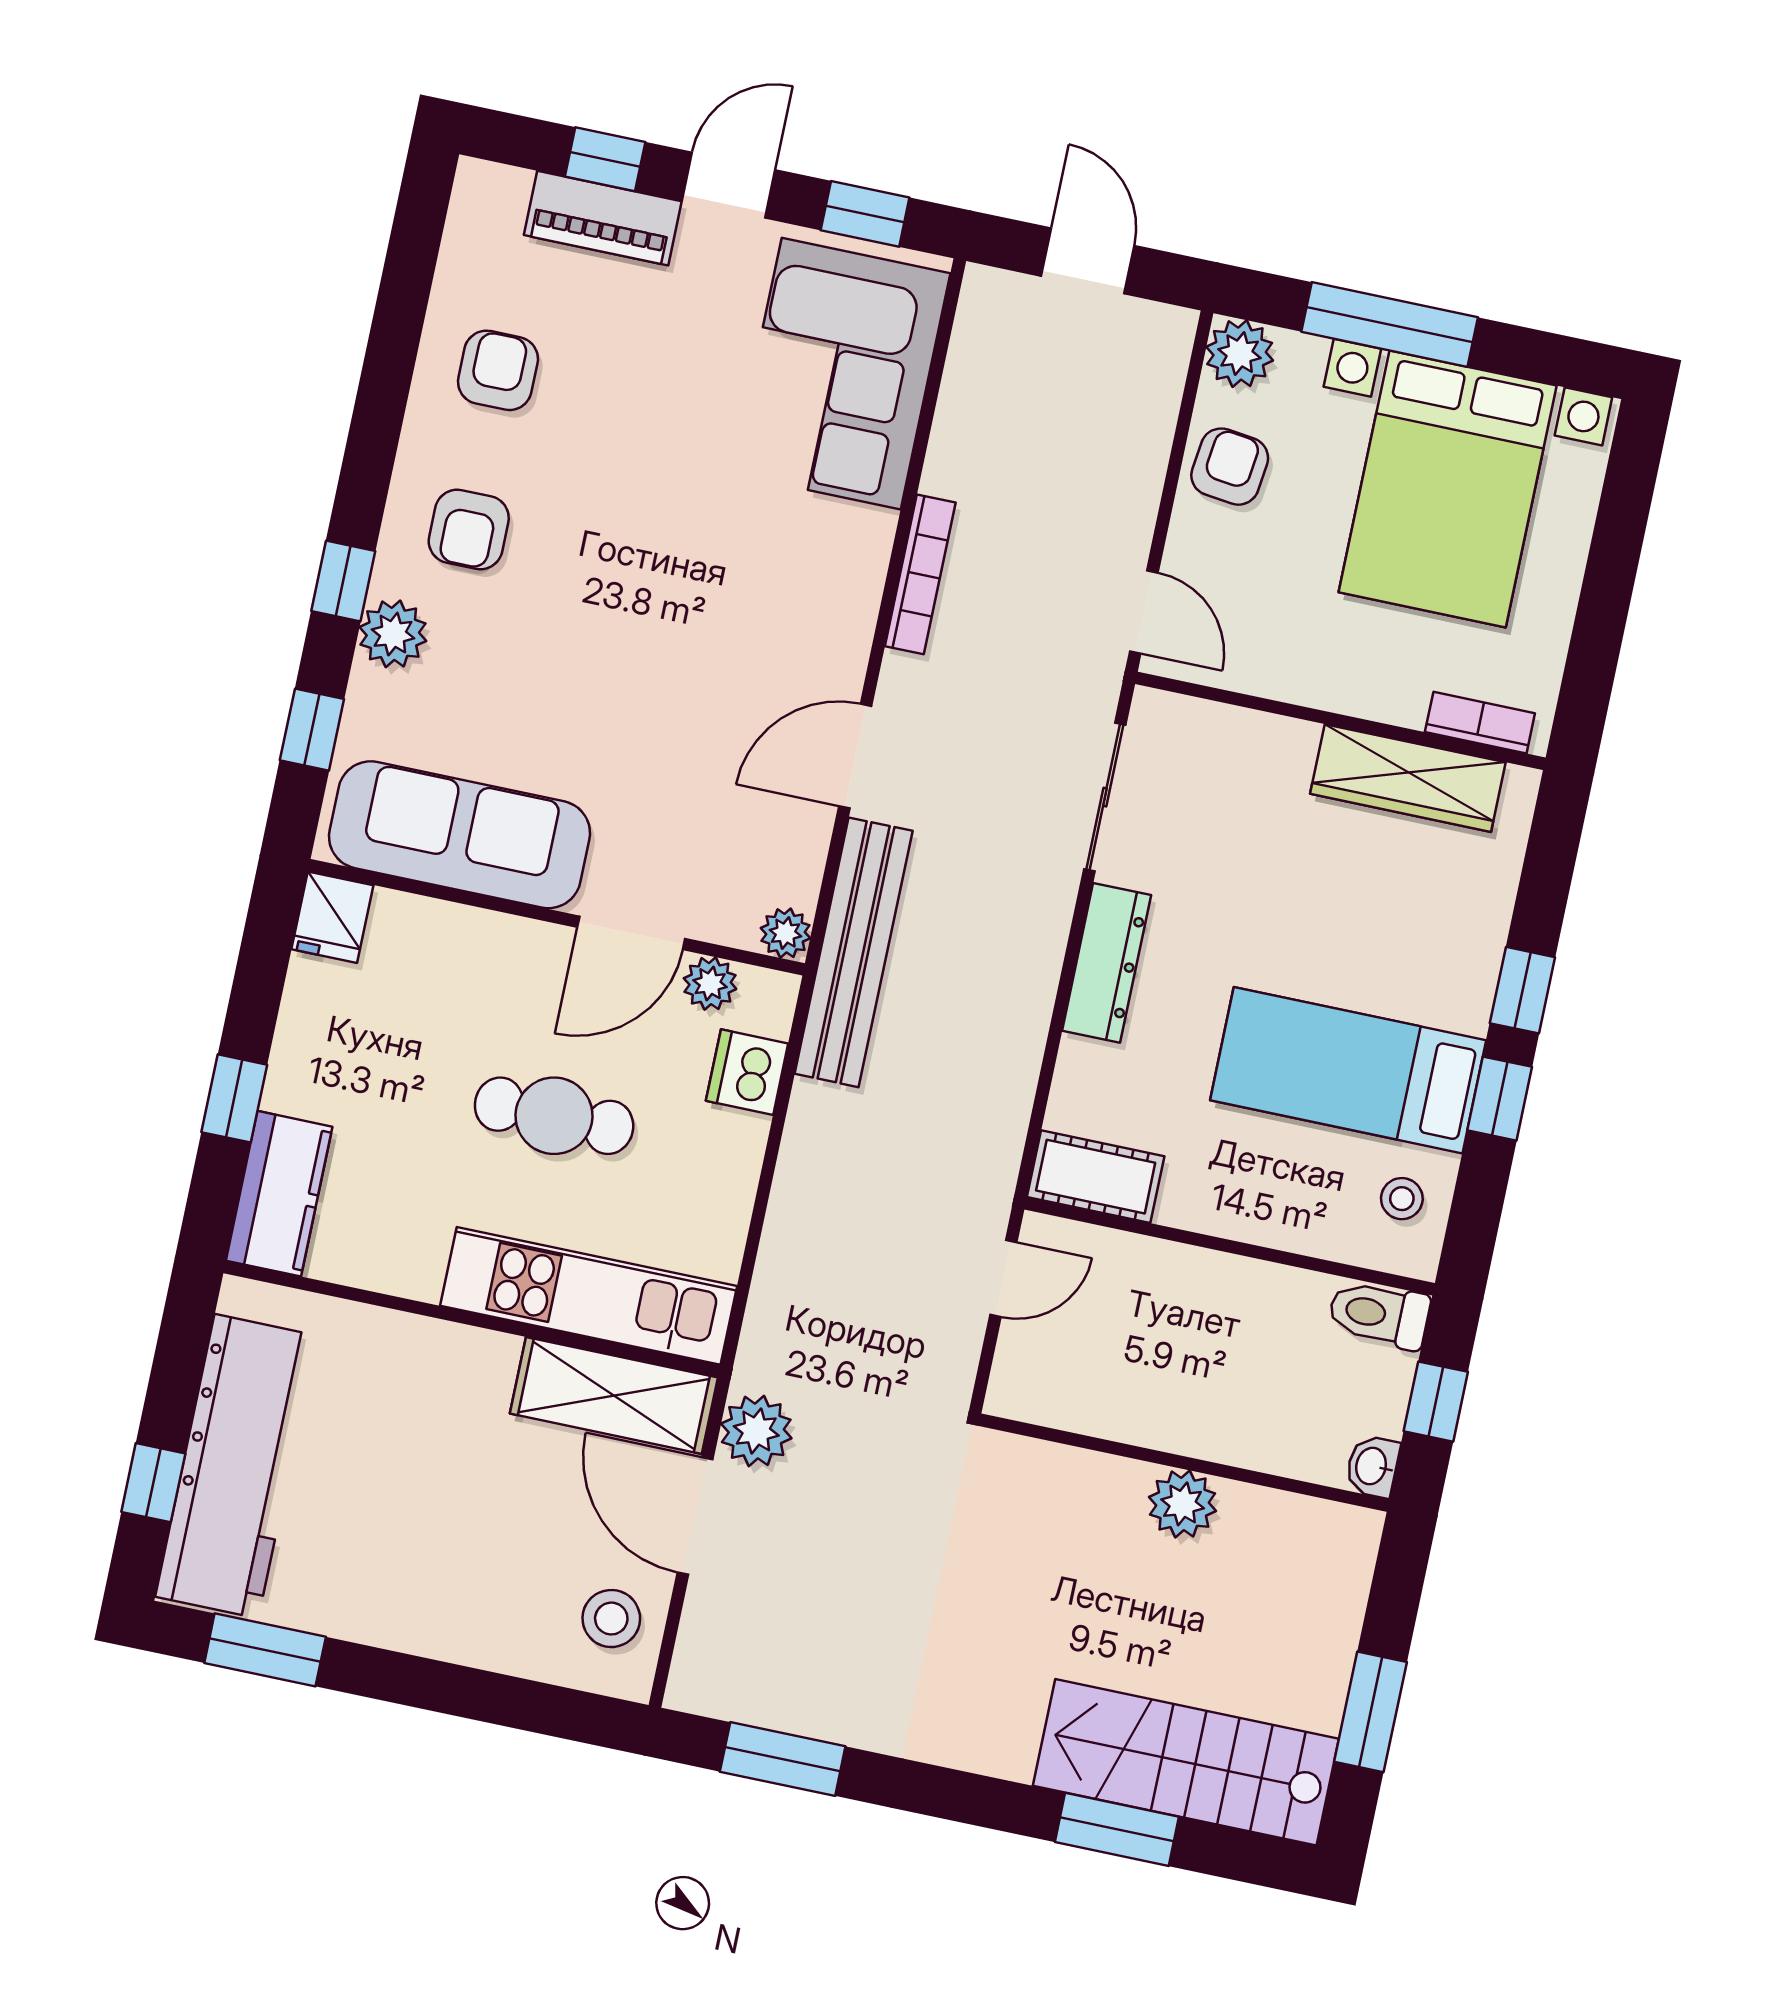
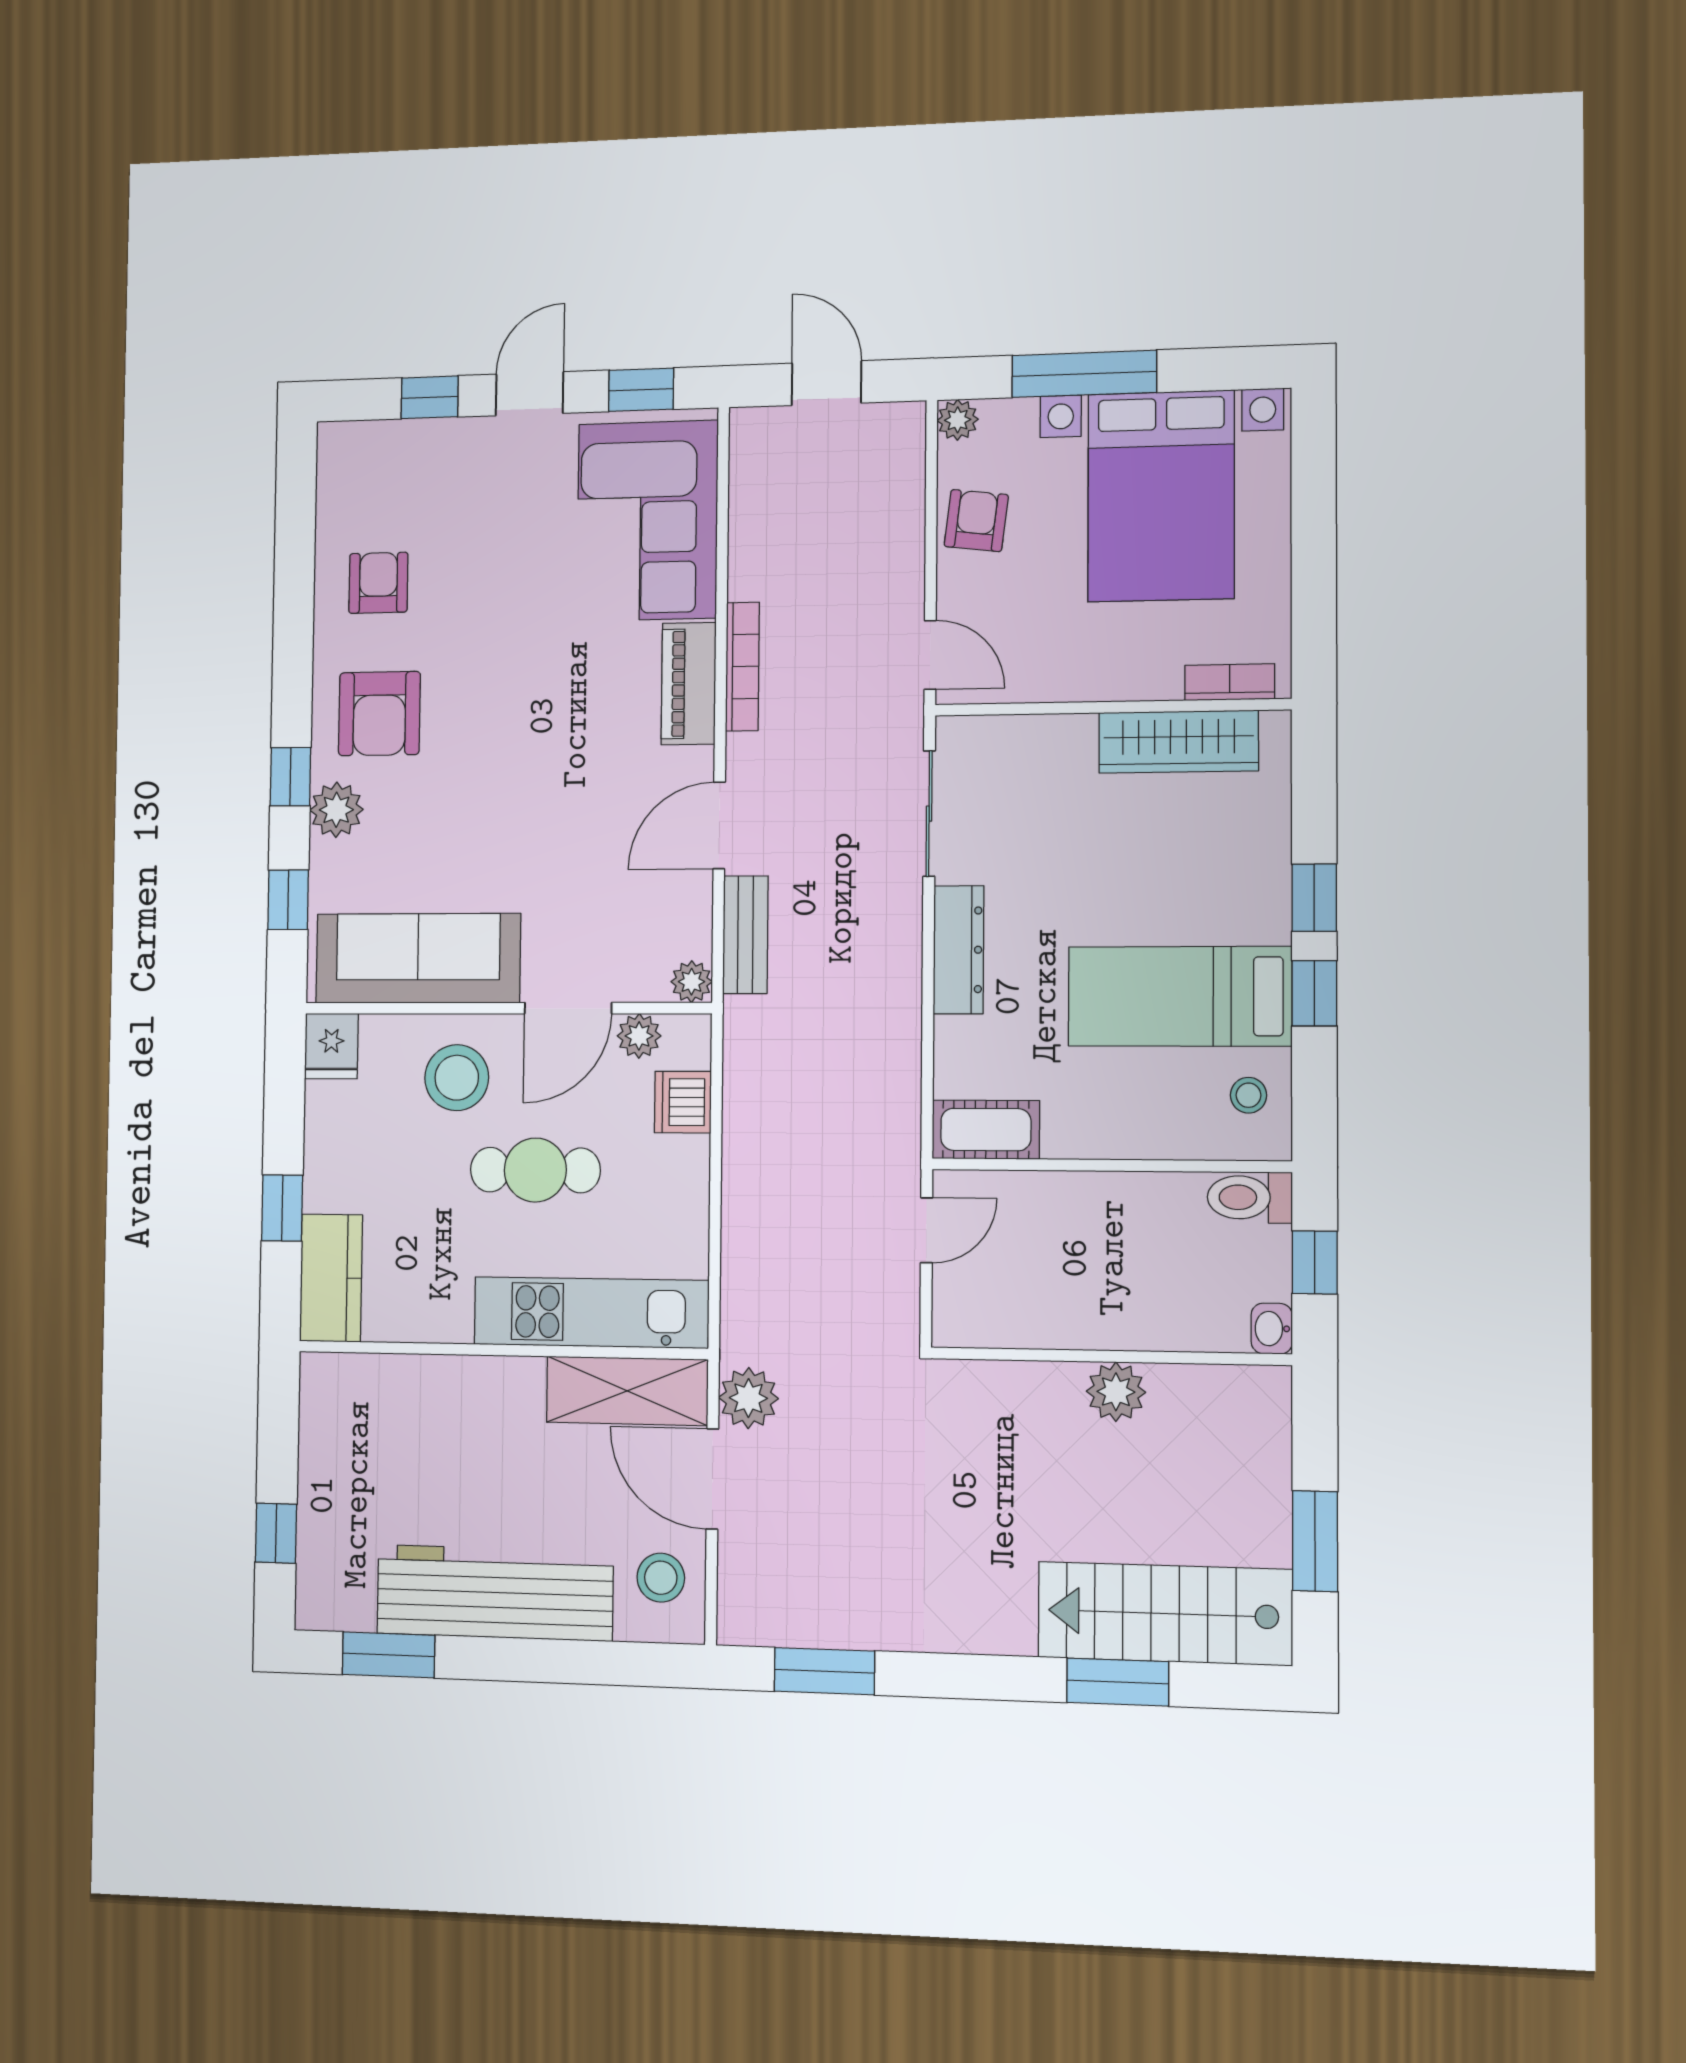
piano: (603, 218) -> (689, 684), moved, turned 90
plant: (1240, 354) -> (958, 420), width x0.73, depth x0.73
armchair: (469, 530) -> (379, 714), width x1.38, depth x1.38
bench: (854, 952) -> (745, 935), width x0.54, depth x0.82
stool: (480, 987) -> (457, 1078), added
workbench: (236, 1466) -> (495, 1593), moved, turned -90

